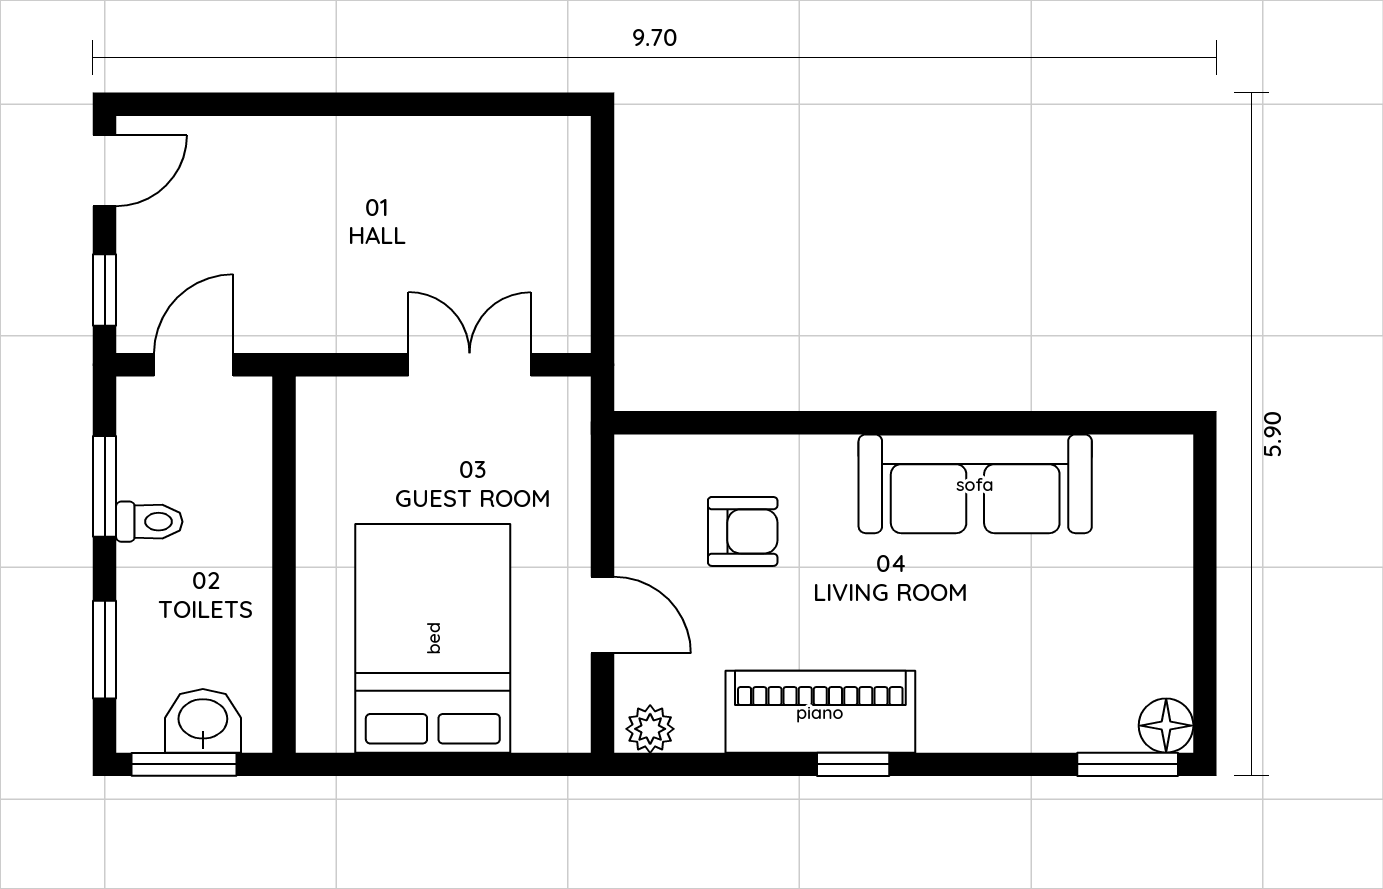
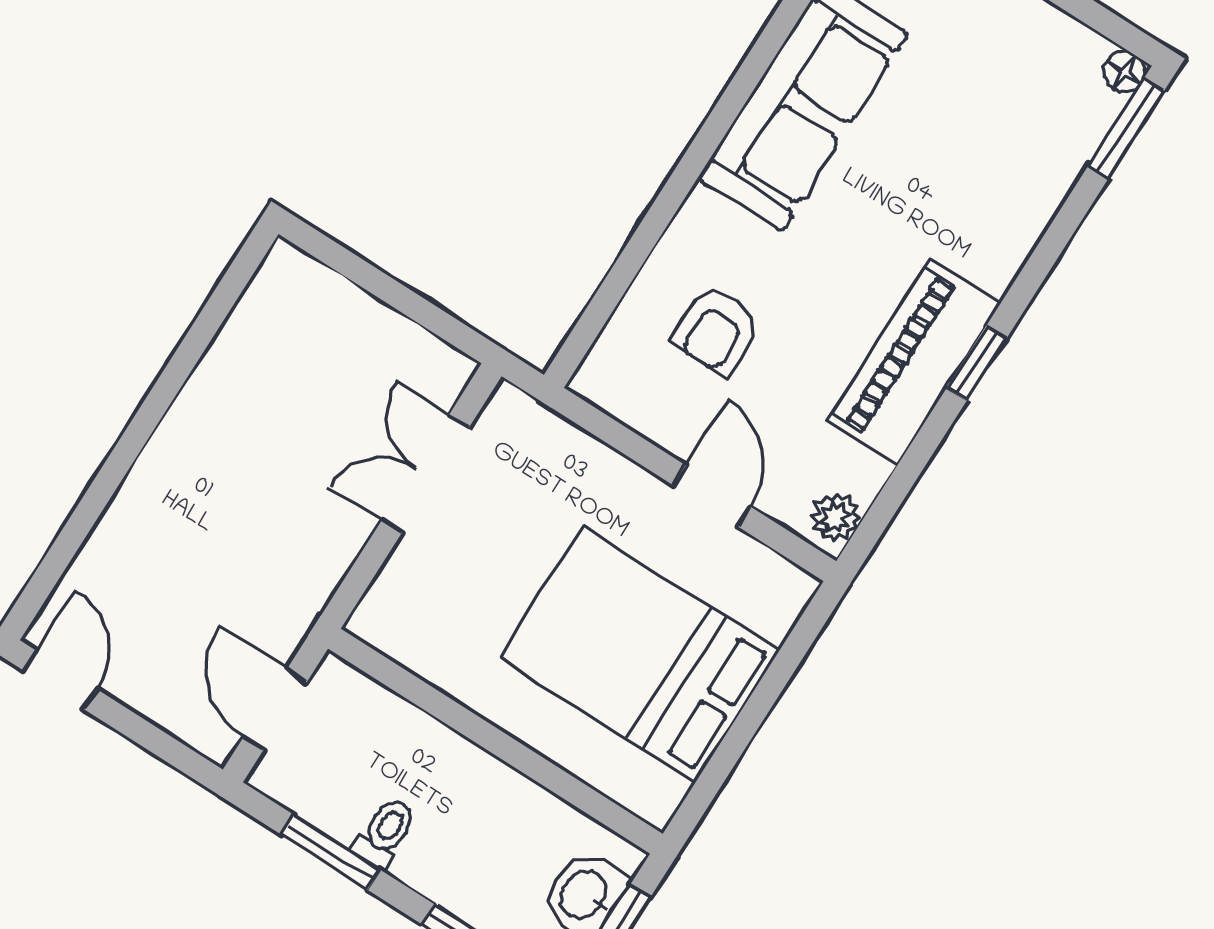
window: (105, 290) -> (163, 745), removed
armchair: (743, 531) -> (717, 331), turned 180
door: (603, 615) -> (712, 496), hinge flipped
floor lamp: (1166, 726) -> (1124, 72), width x0.73, depth x0.73

